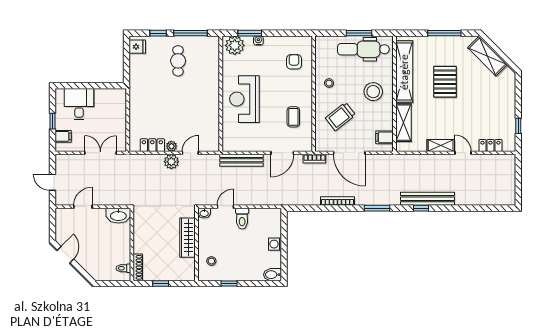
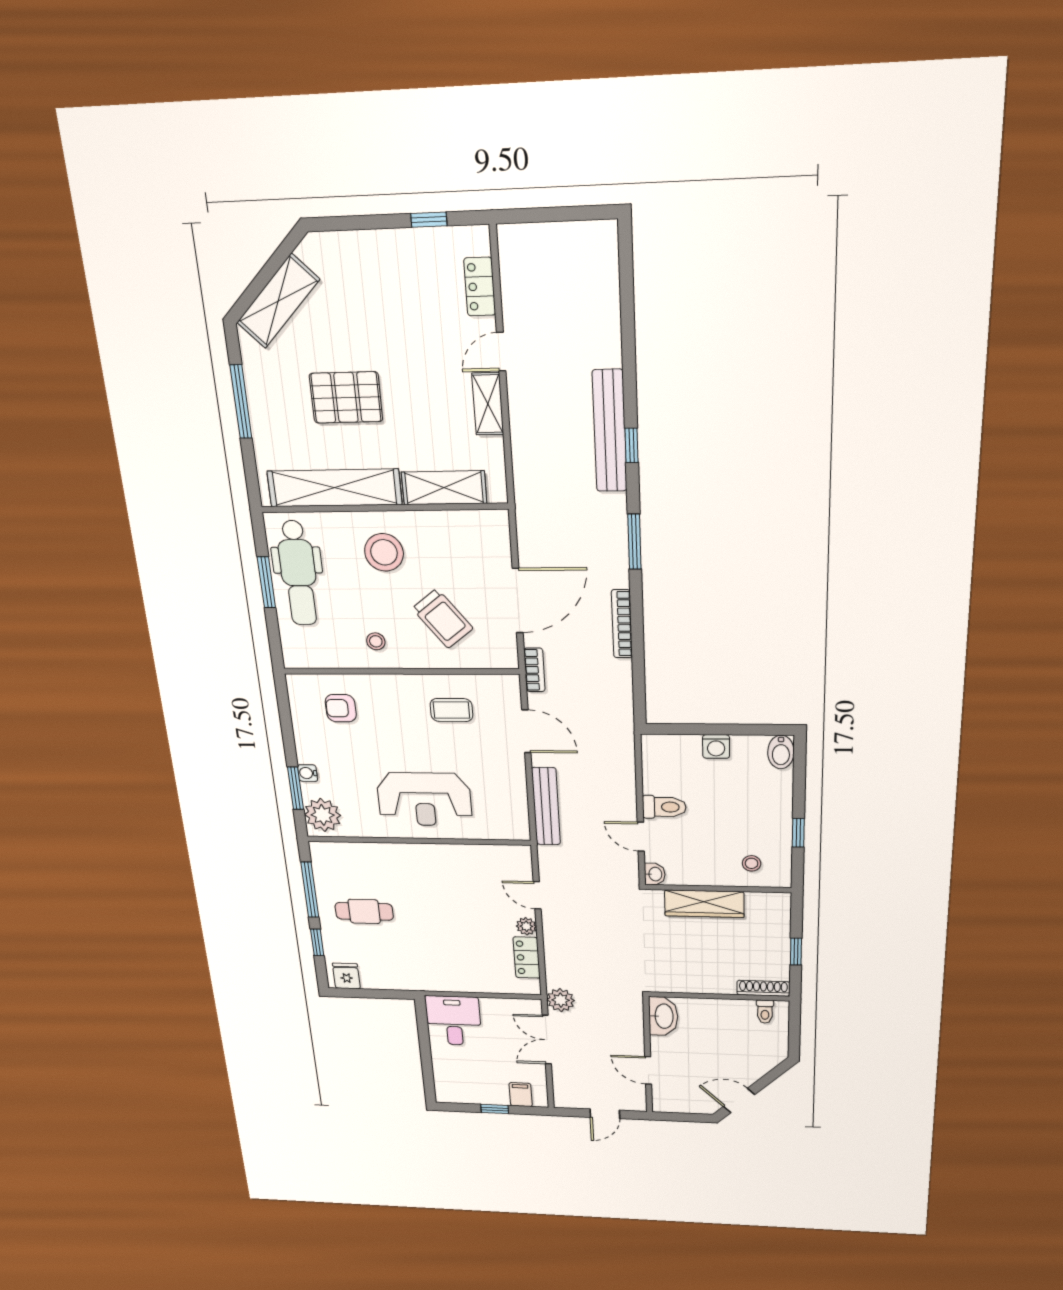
desk: (79, 104) -> (454, 1021), moved, turned 90
filing cabinet: (384, 137) -> (479, 528), removed
plant: (171, 162) -> (561, 1000), moved

